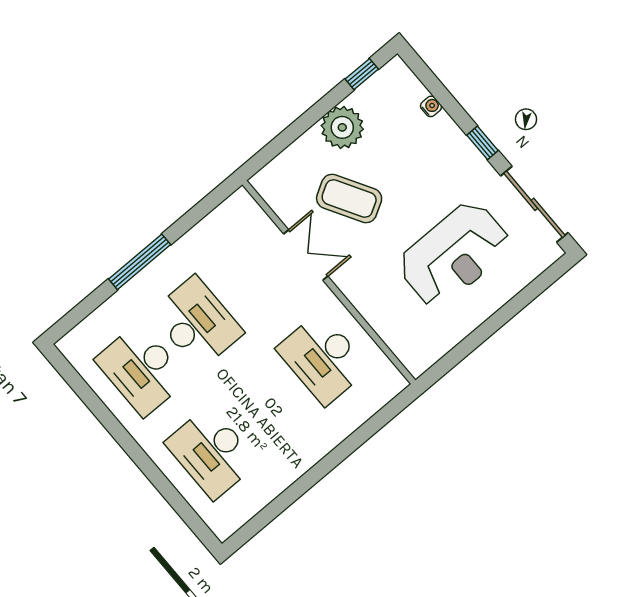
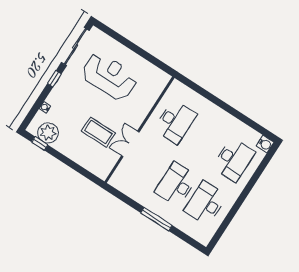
plant: (342, 127) -> (48, 133), moved
coffee table: (349, 198) -> (98, 132), turned -60
desk: (141, 370) -> (205, 203), turned 180
water cooler: (224, 525) -> (265, 144), added

